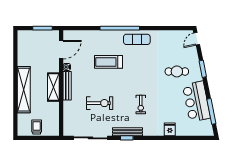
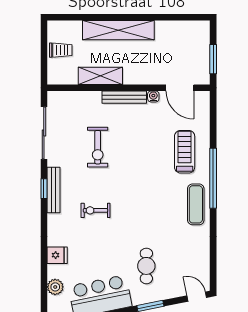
treadmill: (109, 62) -> (185, 152), moved
shelving: (53, 87) -> (100, 76), moved
plant: (190, 131) -> (55, 287), added

